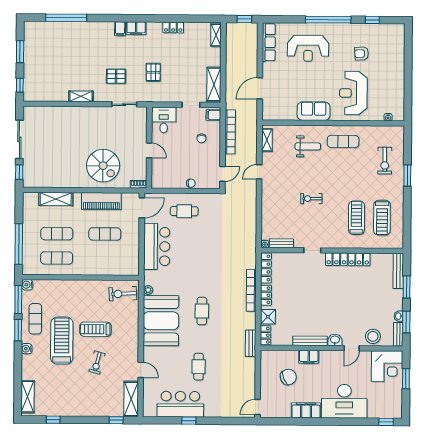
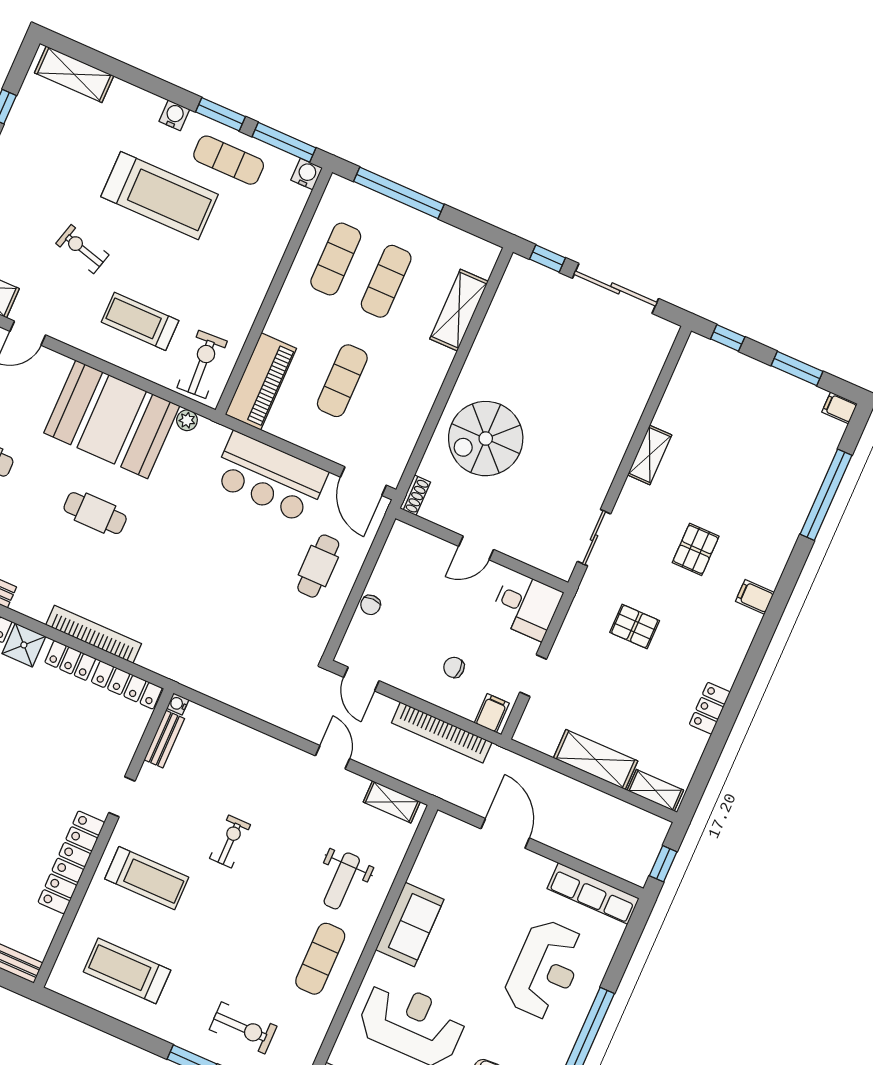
filing cabinet: (136, 28) -> (840, 408), moved, width x0.50
reception desk: (308, 48) -> (545, 969), turned 180
pallet: (116, 76) -> (696, 549), moved
shelving: (214, 84) -> (596, 759), moved
exercise bike: (385, 161) -> (243, 1028), turned 180
piano: (101, 201) -> (261, 381), moved, turned 180
treadmill: (357, 218) -> (147, 878), moved
treadmill: (95, 329) -> (140, 321), moved, turned -90

